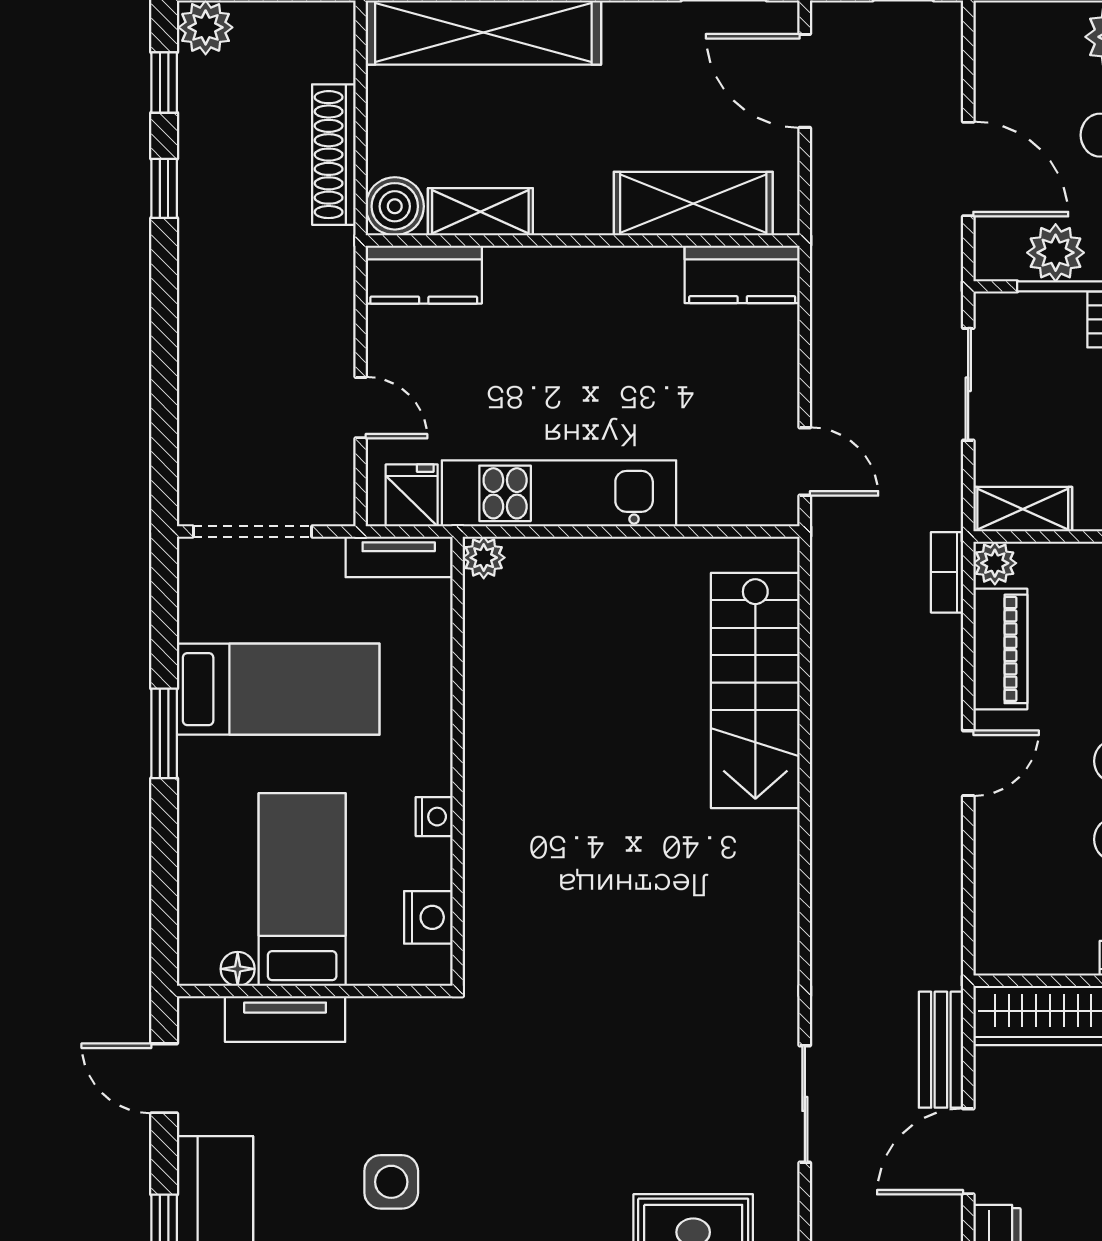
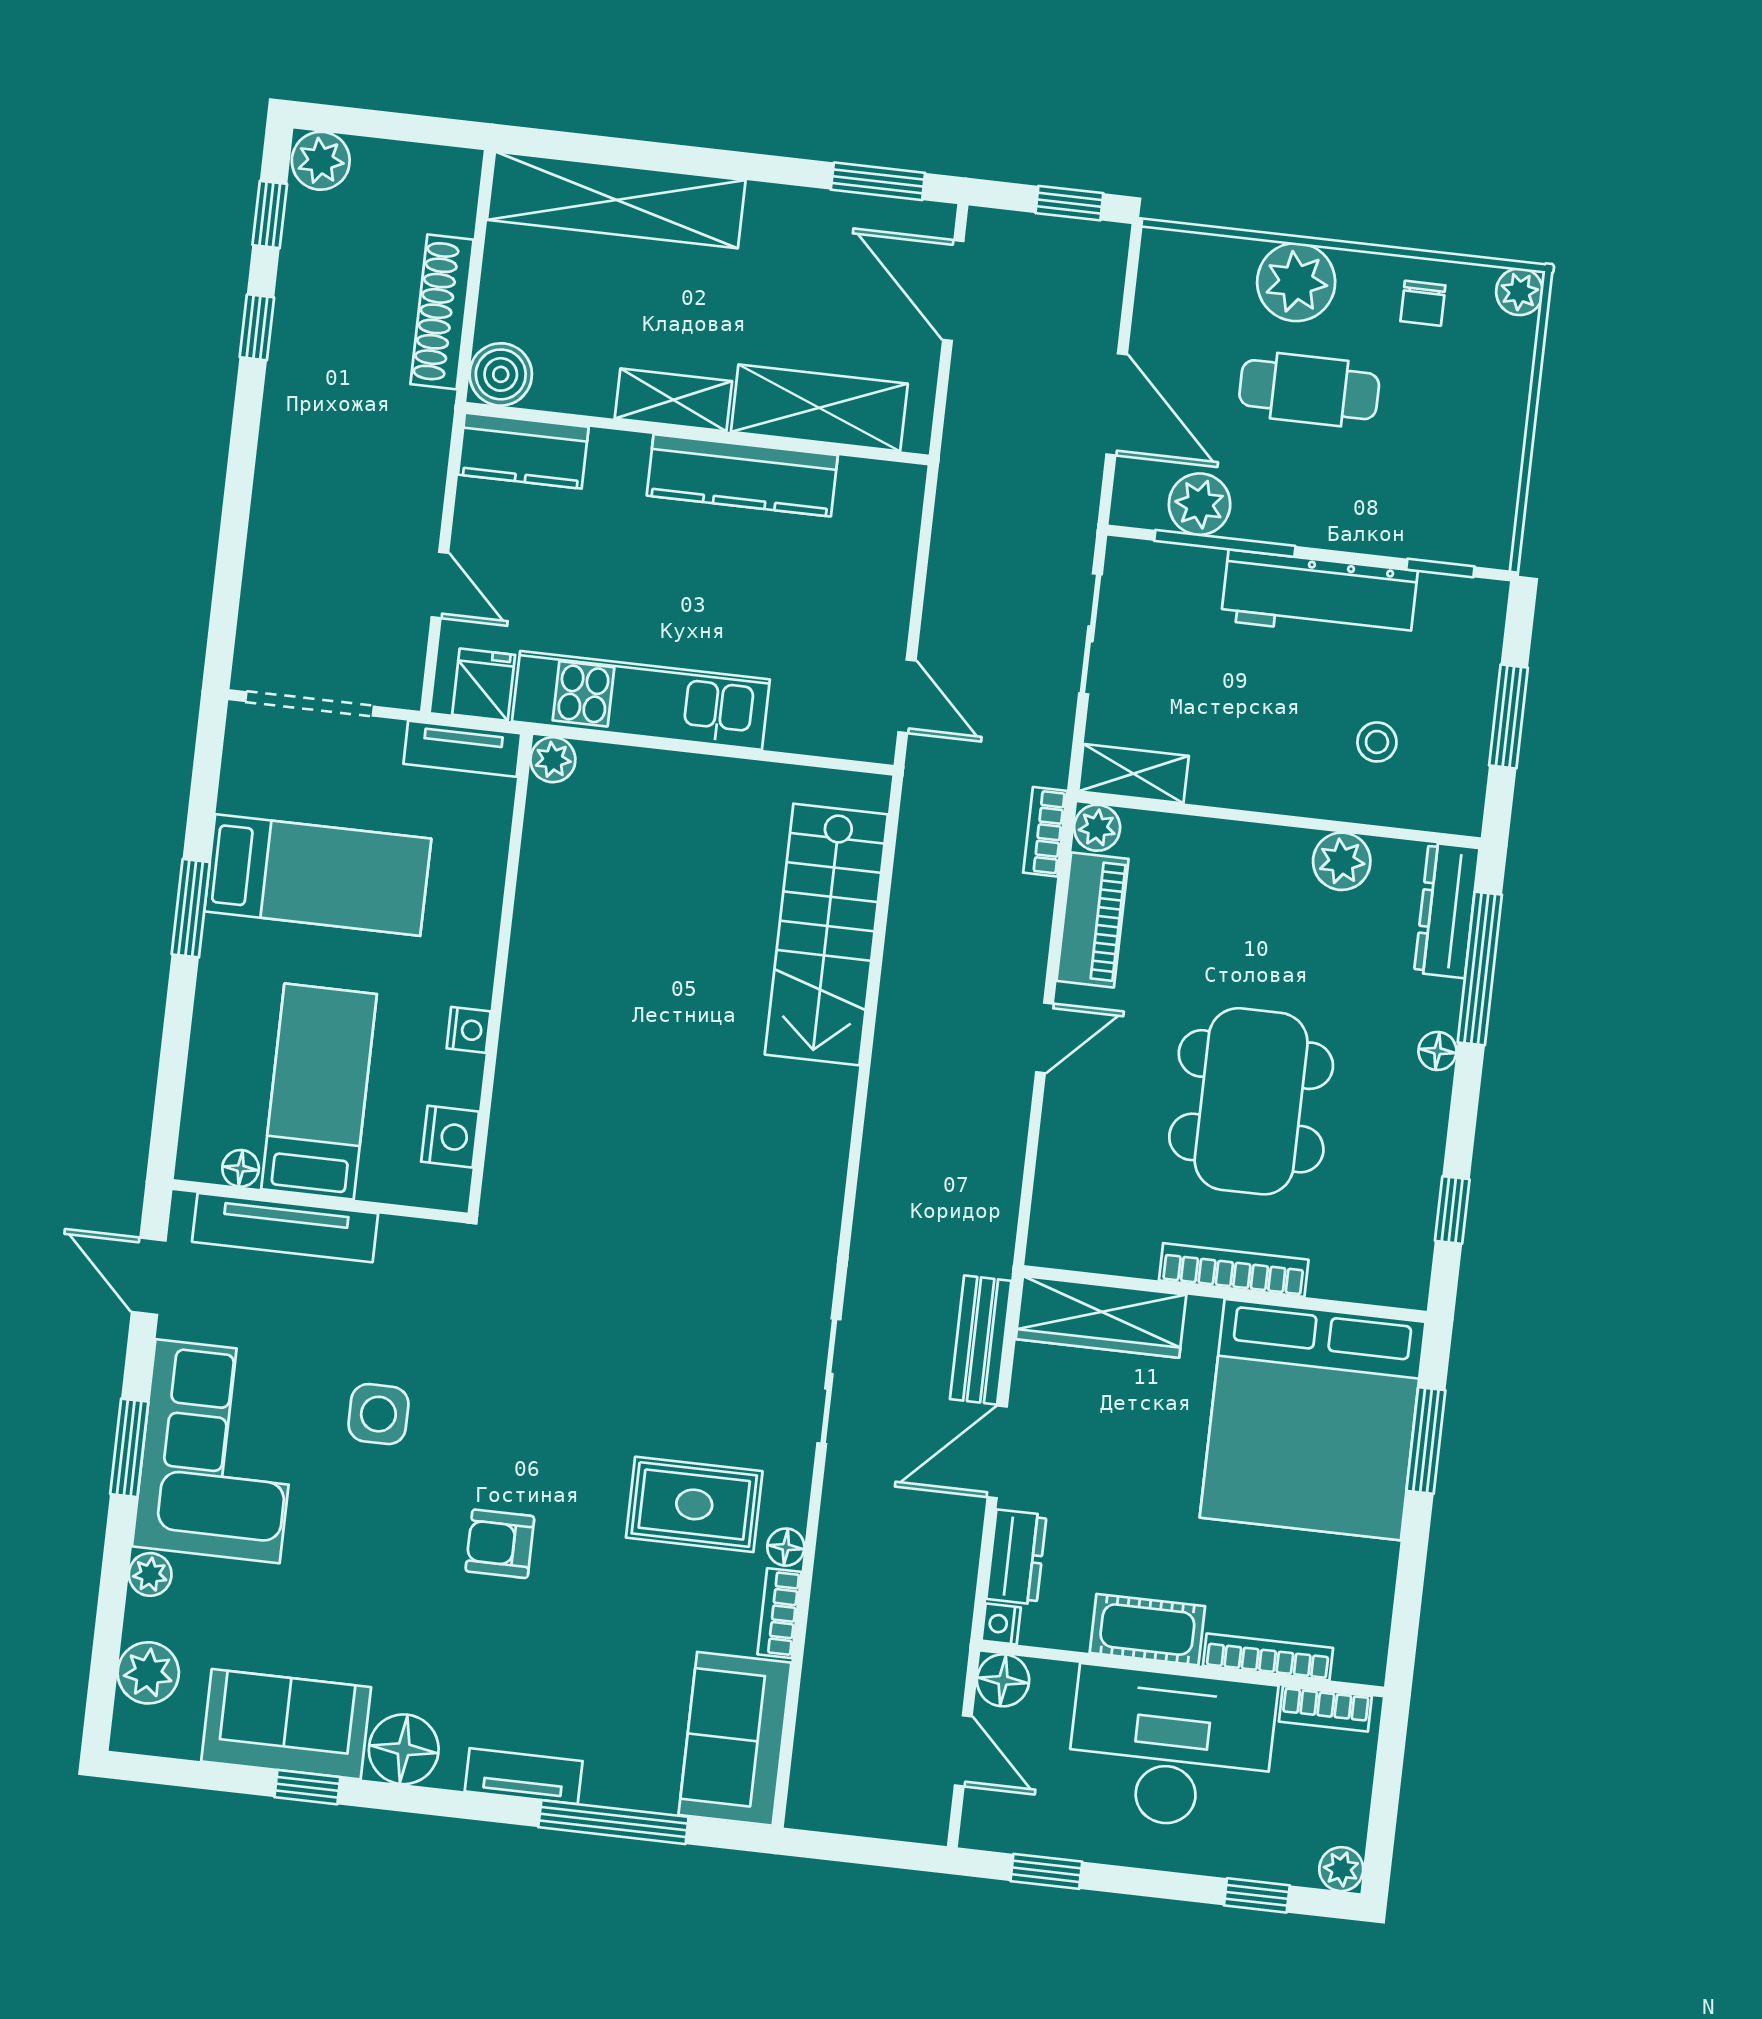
shelving: (480, 212) -> (673, 400), moved
kitchen counter: (742, 274) -> (742, 475), moved, width x1.50
tv unit: (285, 1019) -> (285, 1228), width x1.41

